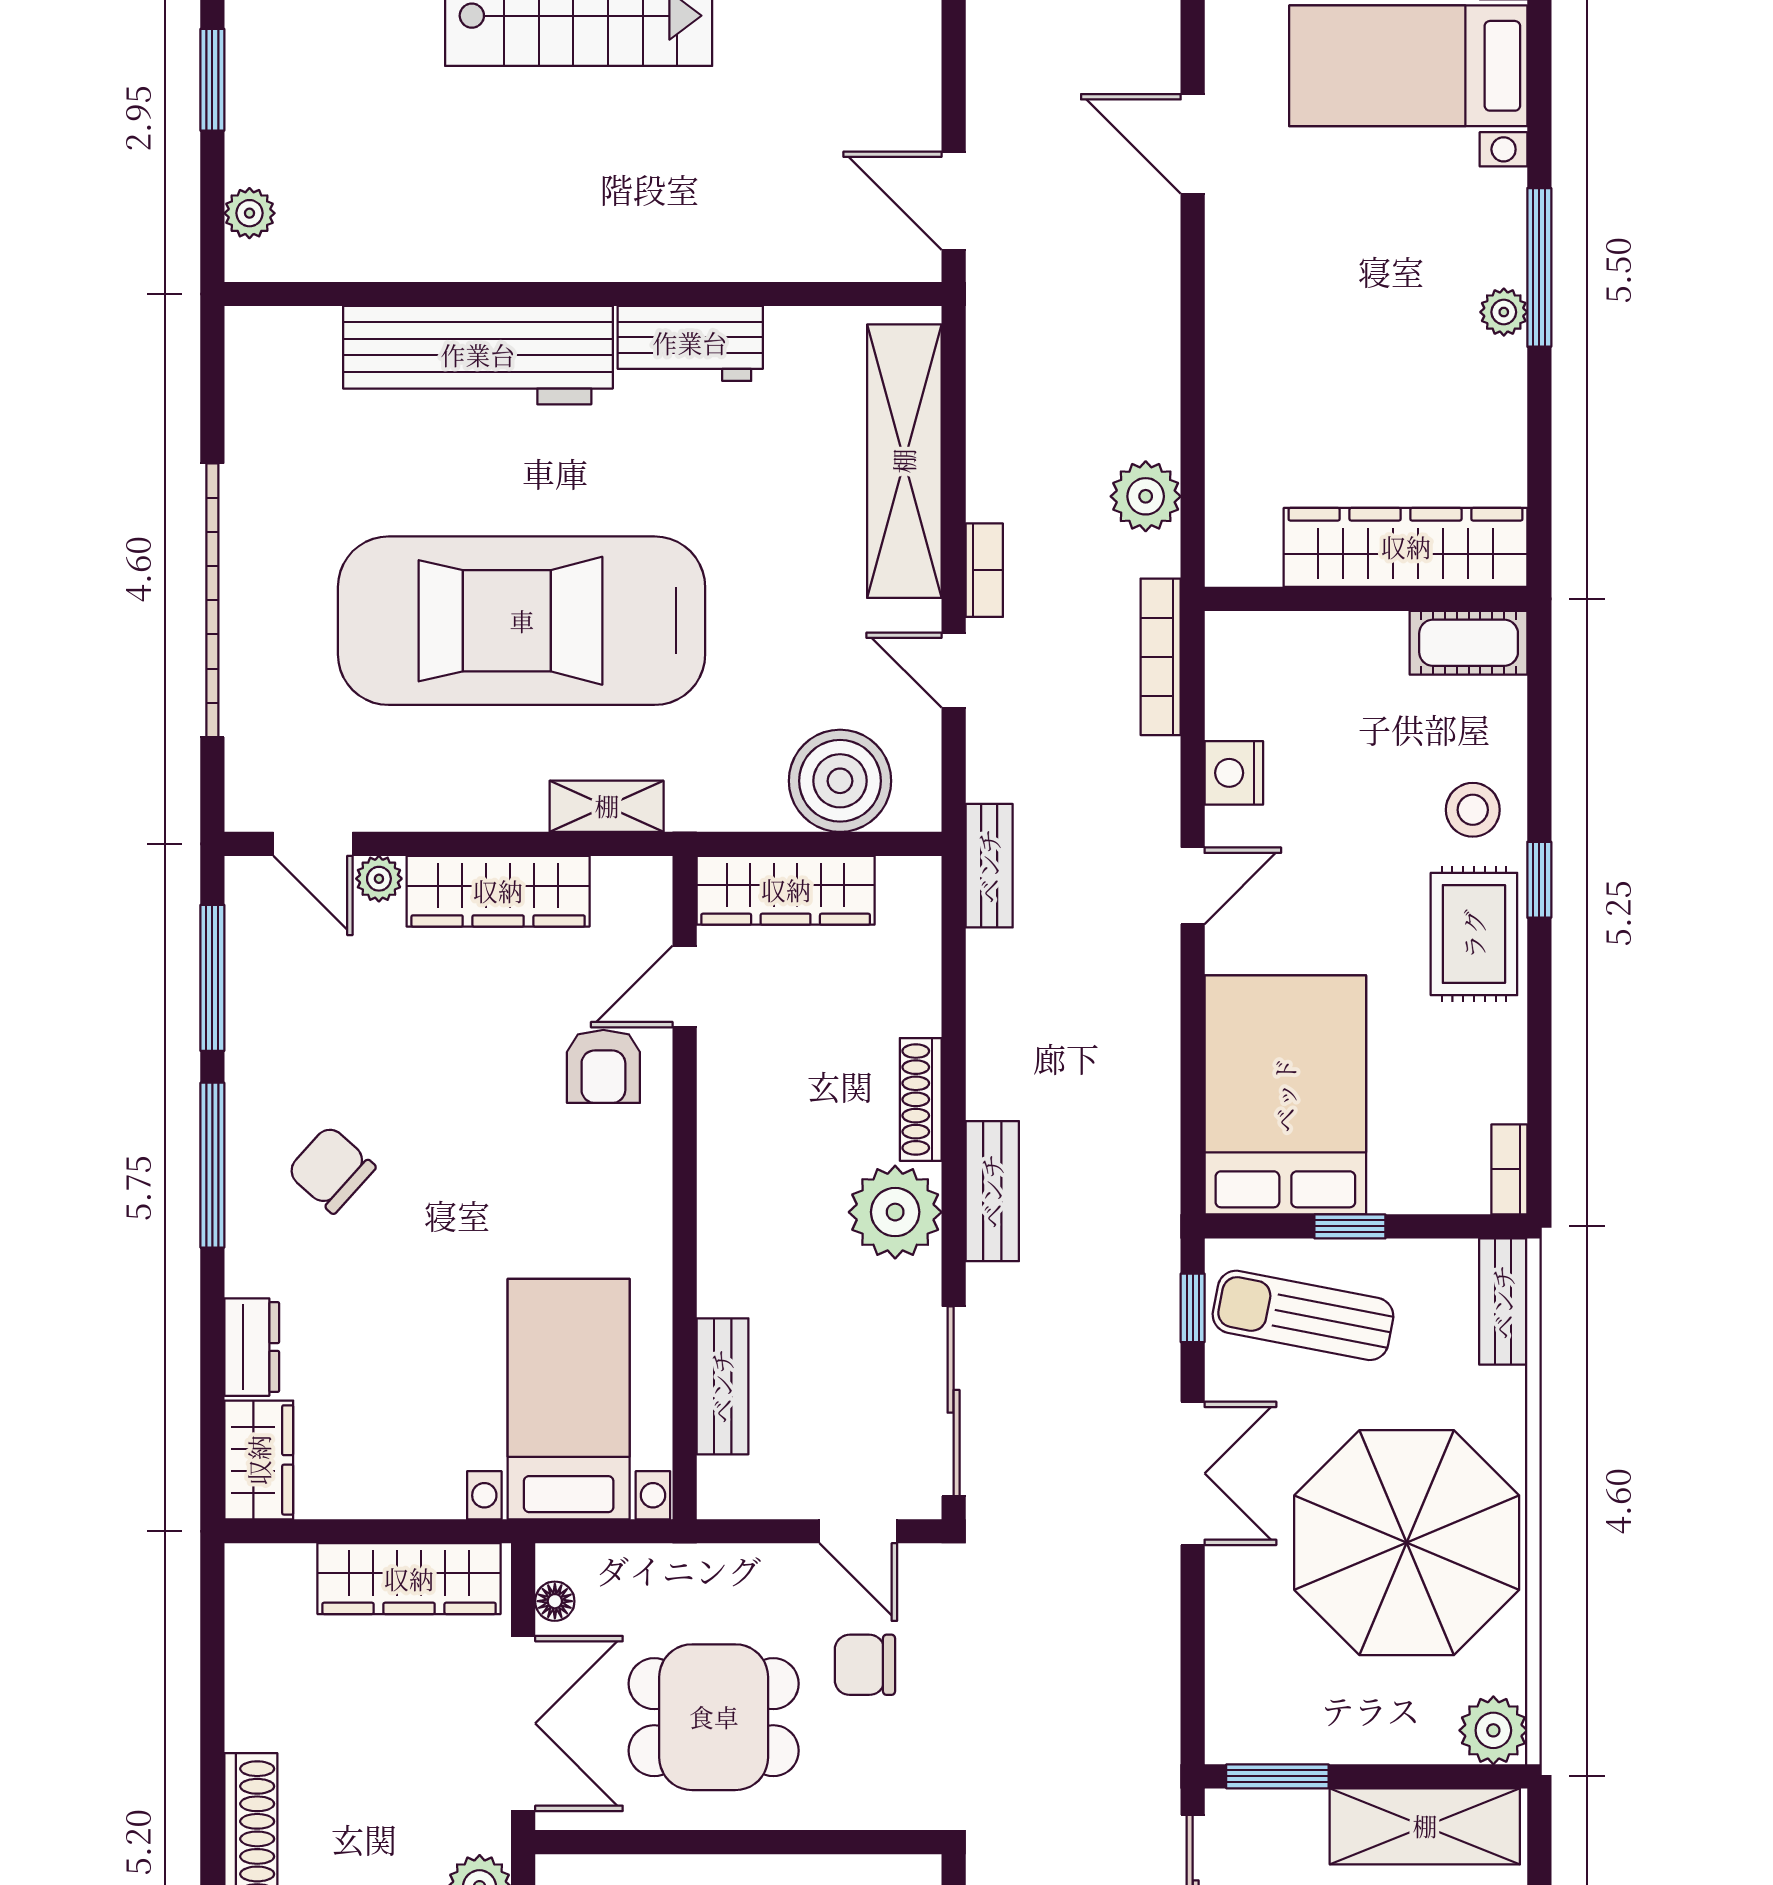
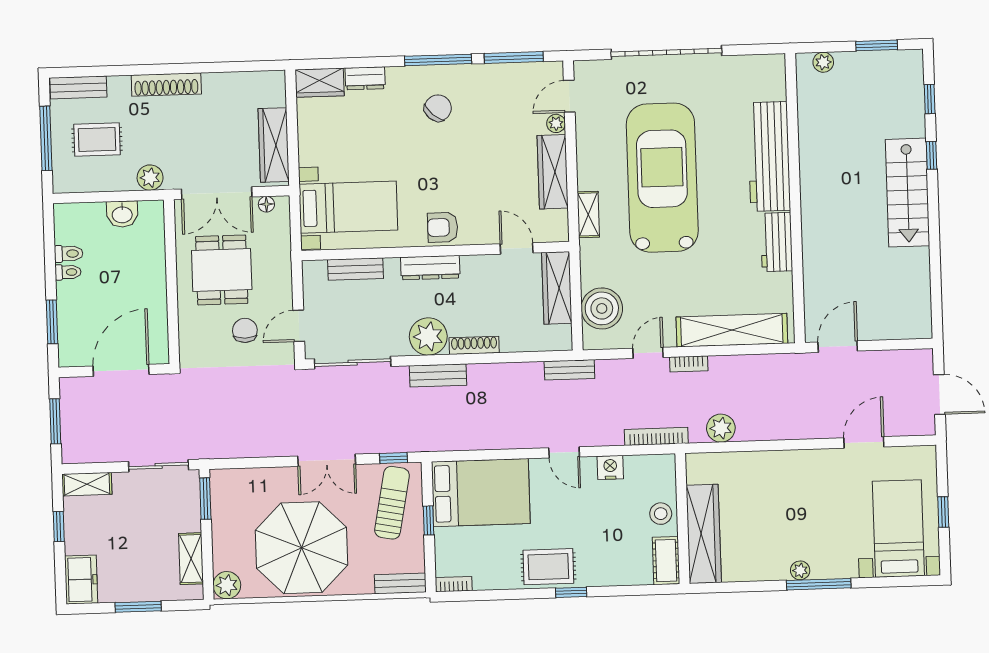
stool: (1473, 810) -> (661, 514), moved
armchair: (603, 1066) -> (443, 227), moved
dresser: (725, 1201) -> (430, 268), added
shelving: (1425, 1826) -> (191, 559), width x0.67, depth x0.75

